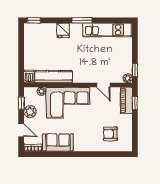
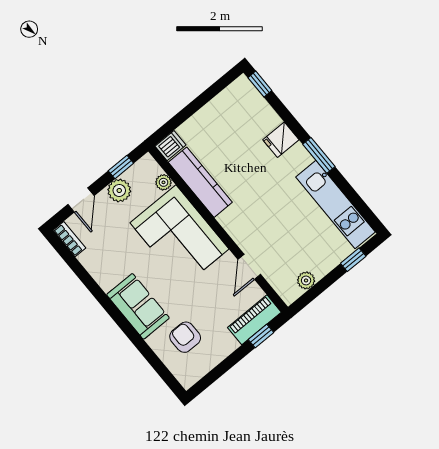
window: (135, 70) -> (353, 260), moved
plant: (128, 78) -> (306, 280), moved
sofa: (58, 143) -> (138, 306), moved

